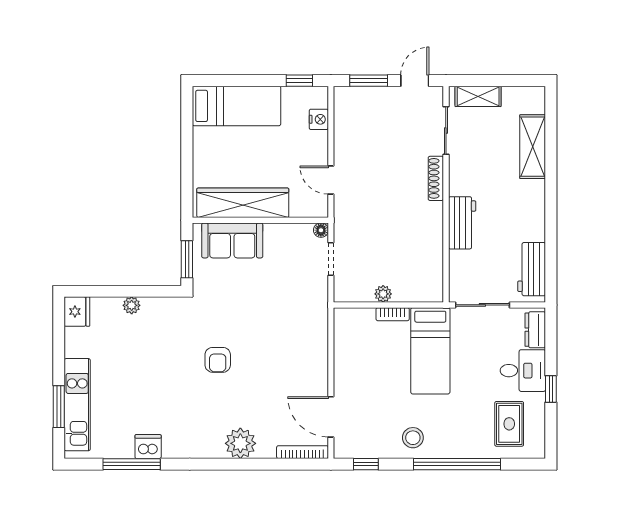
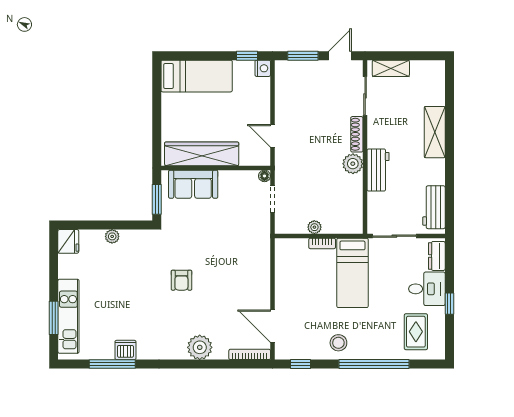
nightstand: (319, 119) -> (263, 68), moved
shelving: (533, 147) -> (435, 132), moved
plant: (431, 215) -> (353, 164), added

